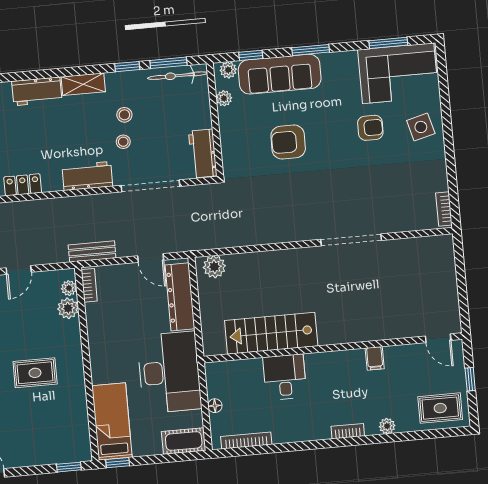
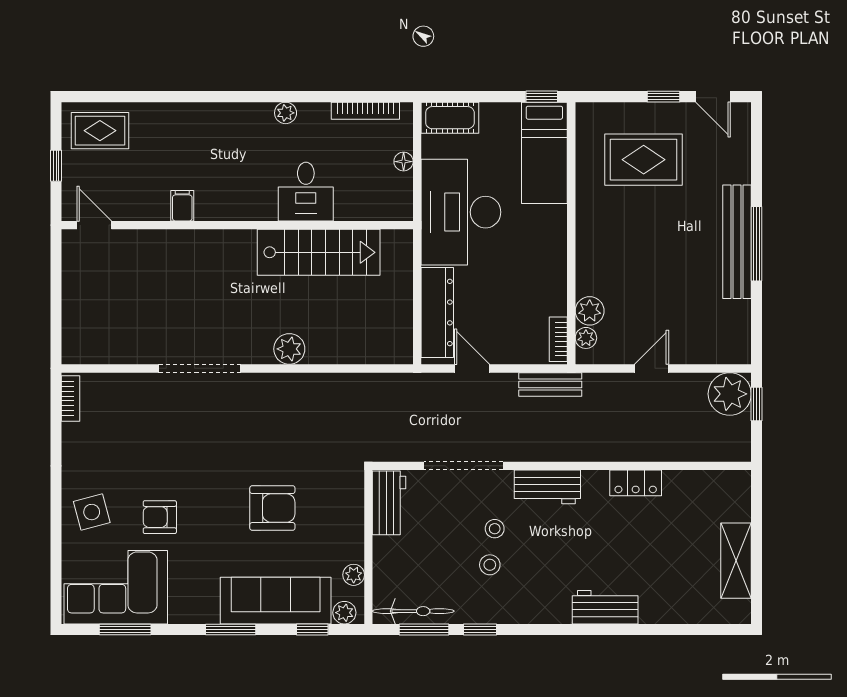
shelving: (83, 84) -> (542, 611), removed
plant: (214, 267) -> (289, 349), moved
rug: (35, 373) -> (644, 160), moved, width x1.36, depth x1.43
plant: (387, 426) -> (286, 113), moved
bookcase: (348, 431) -> (228, 111), removed
window: (69, 467) -> (664, 97), moved

